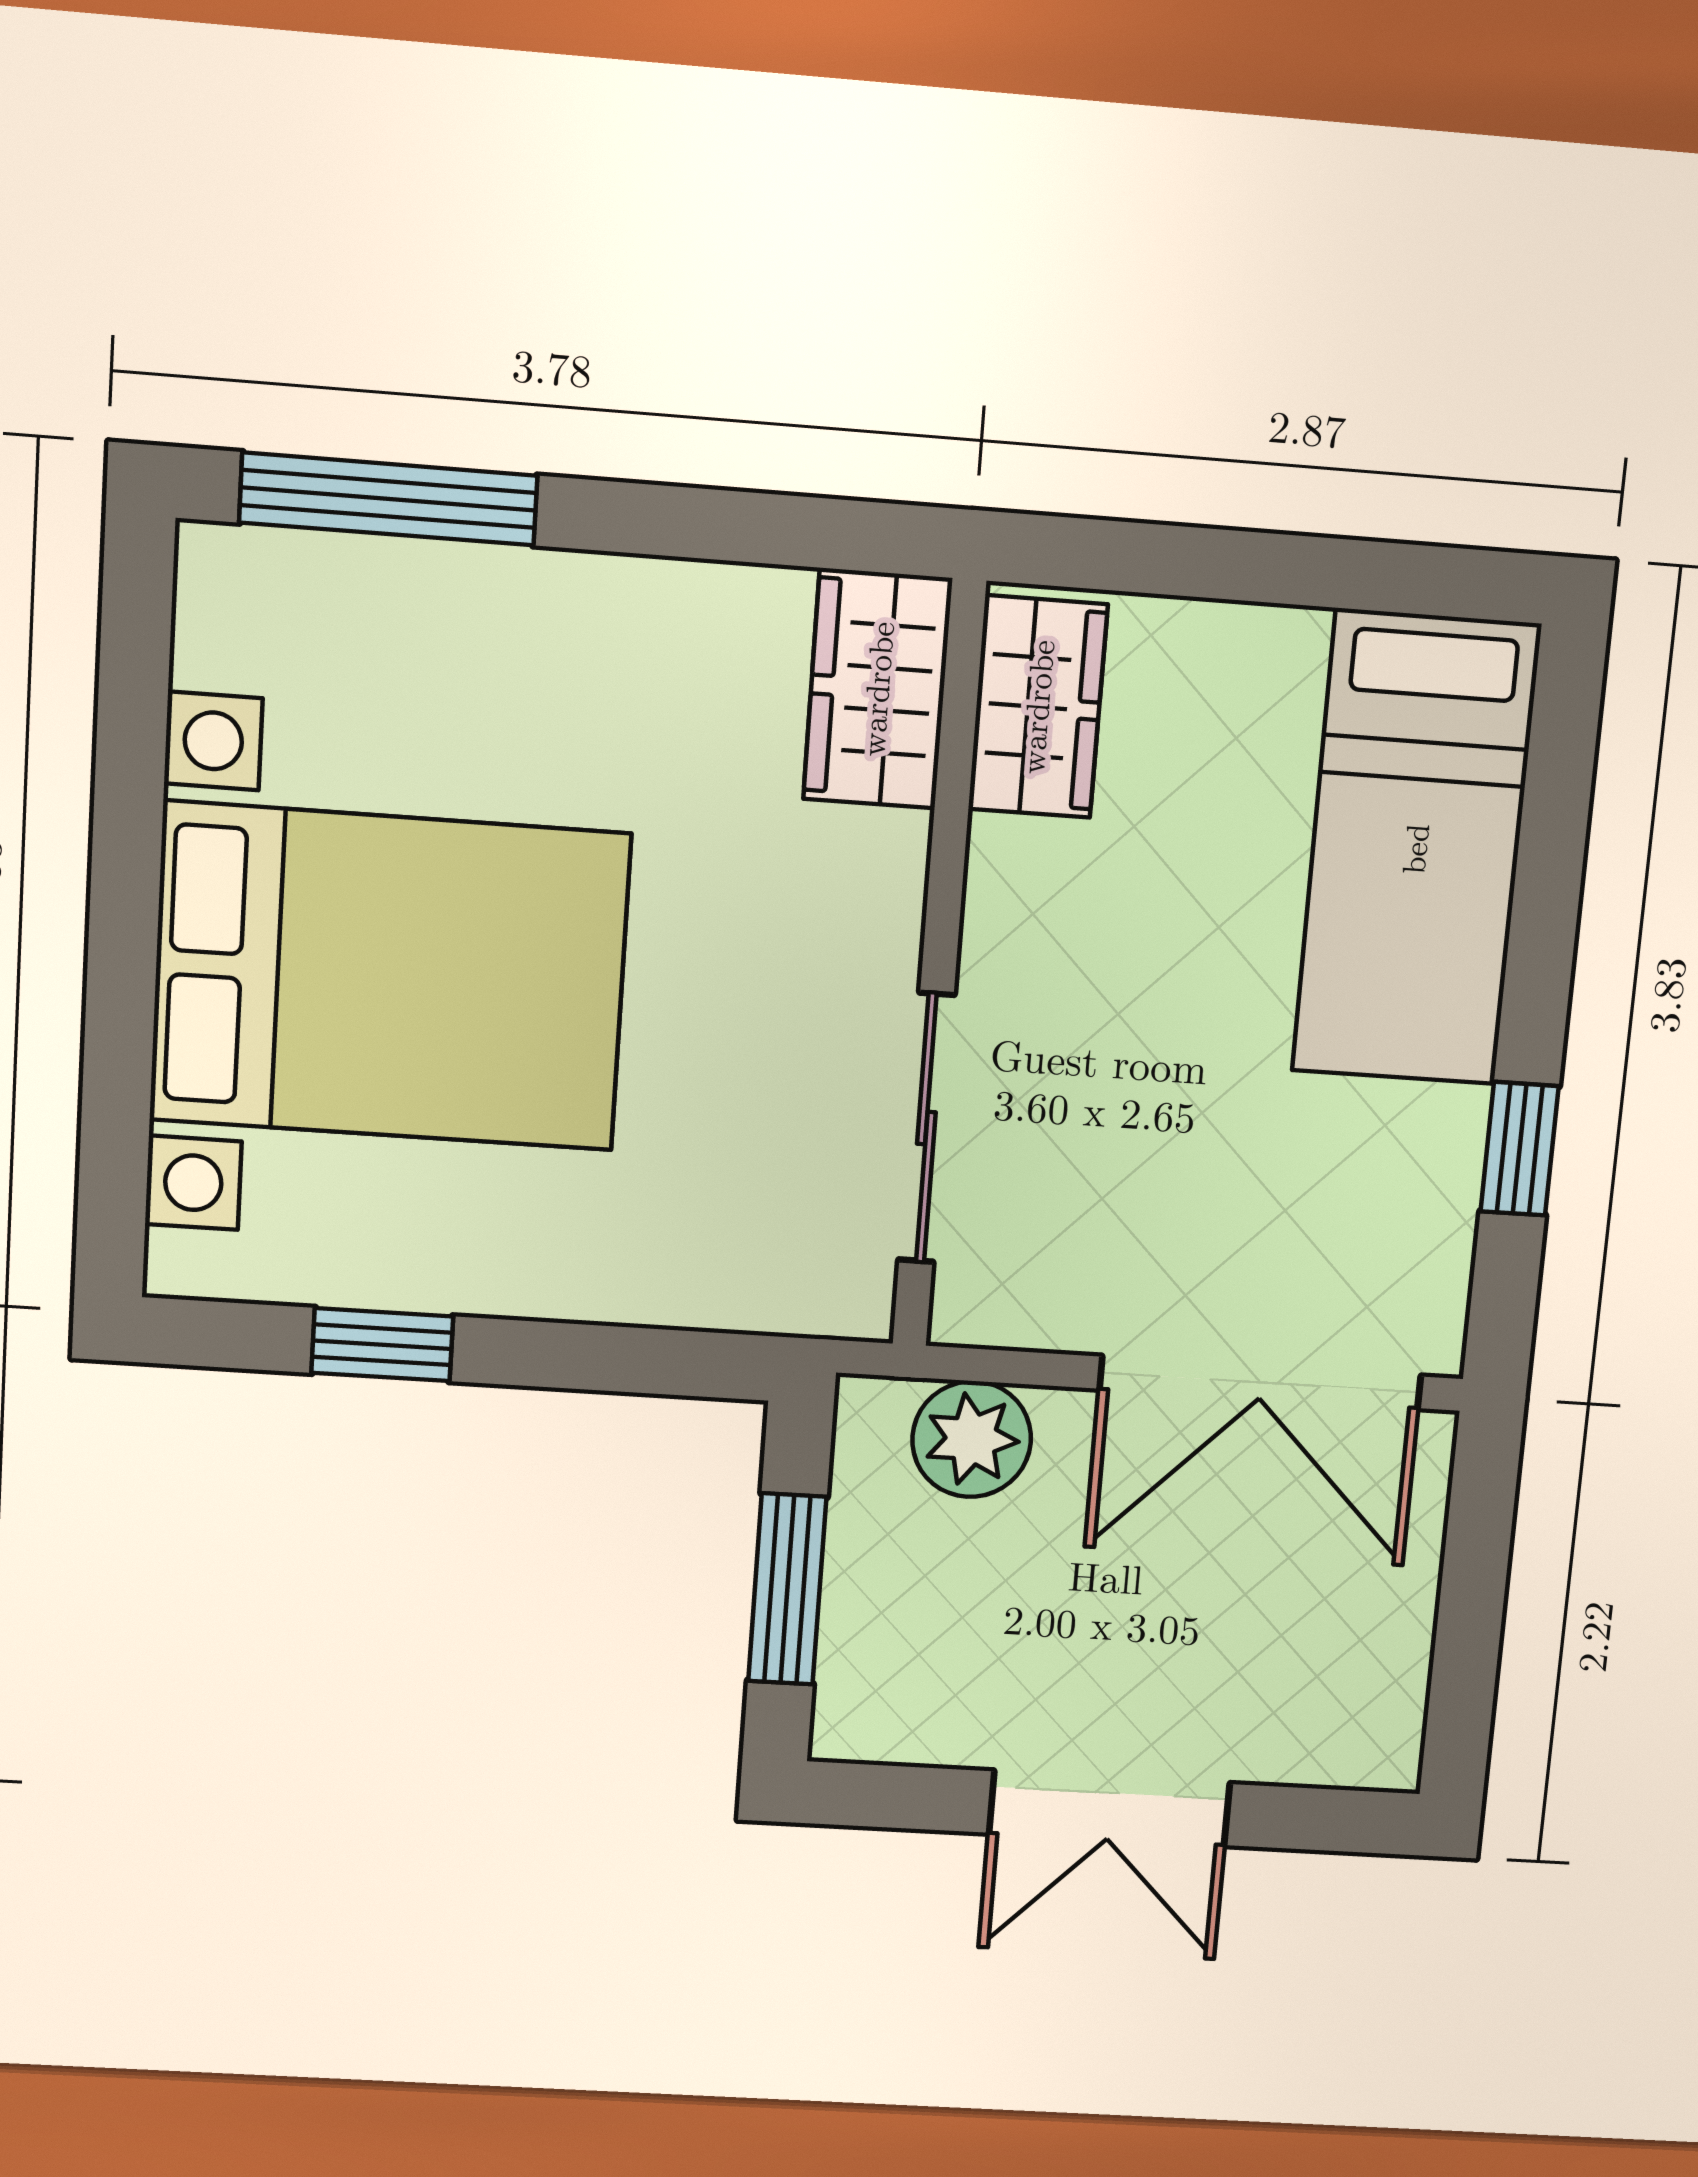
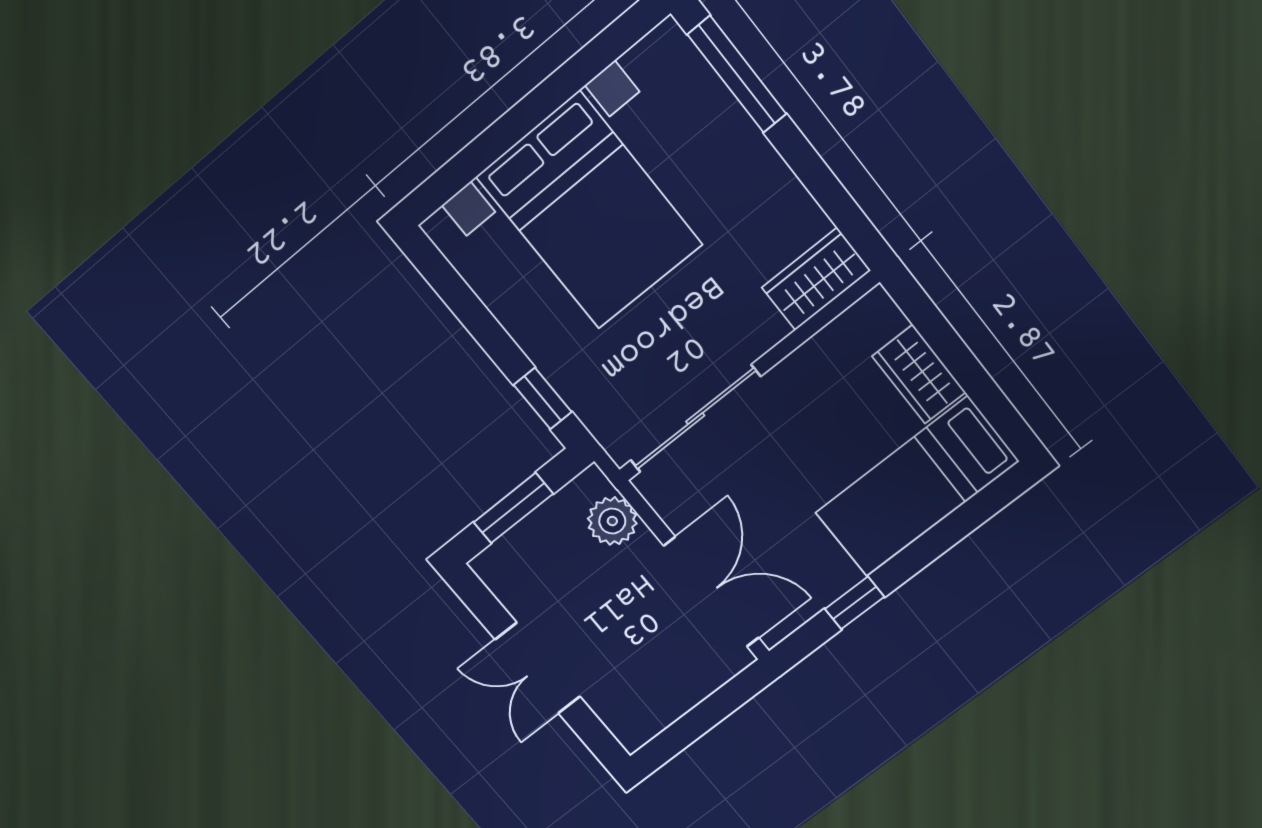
wardrobe: (1038, 707) -> (919, 374), moved, turned 90
sliding door: (926, 1128) -> (695, 419), width x1.37
window: (382, 1345) -> (543, 398), moved
double door: (1261, 1383) -> (711, 592), swing flipped

